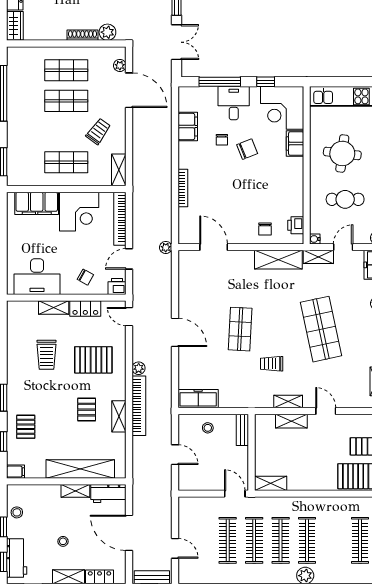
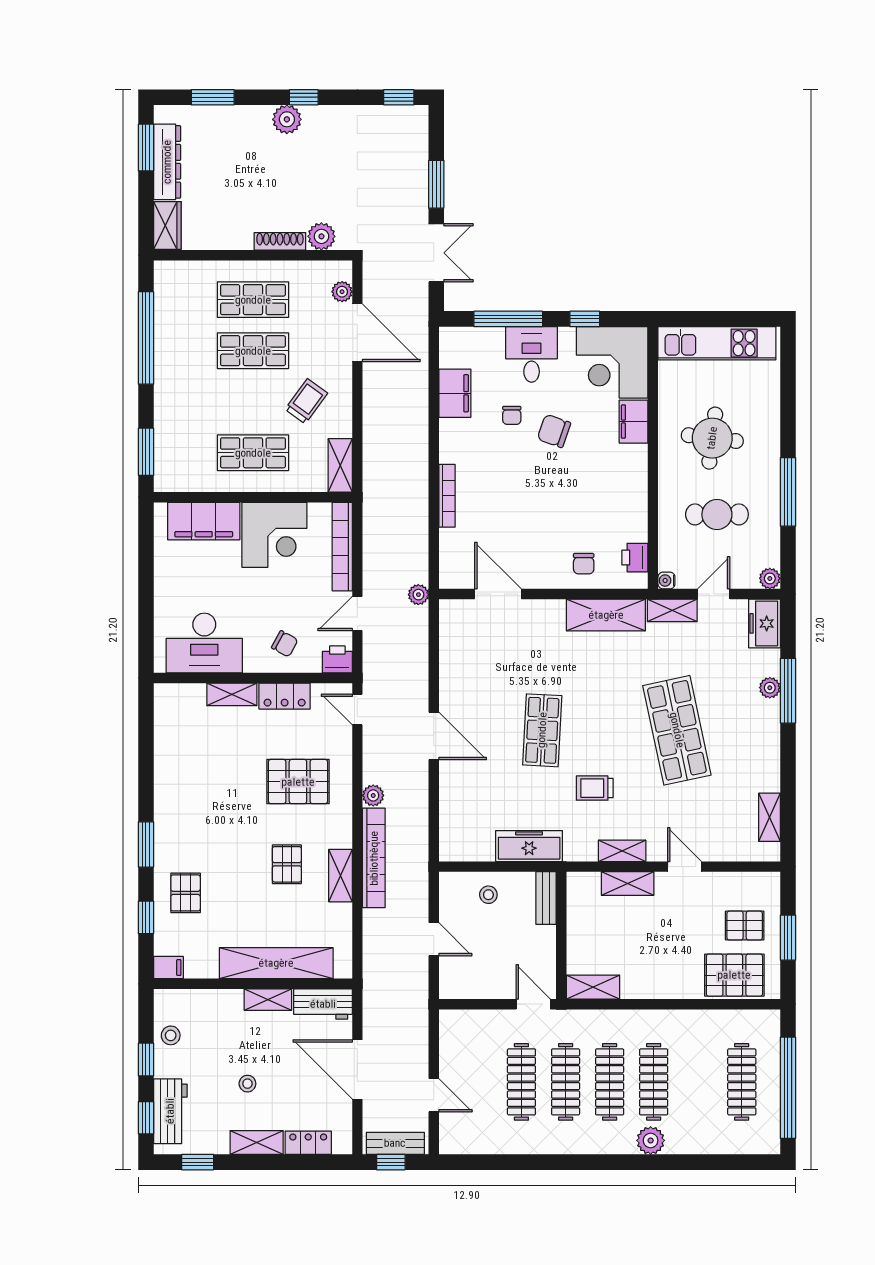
chair: (247, 149) -> (554, 431), turned -139
trolley: (47, 355) -> (220, 773), removed
freezer: (198, 399) -> (529, 846), moved

